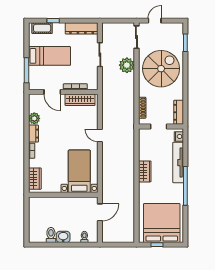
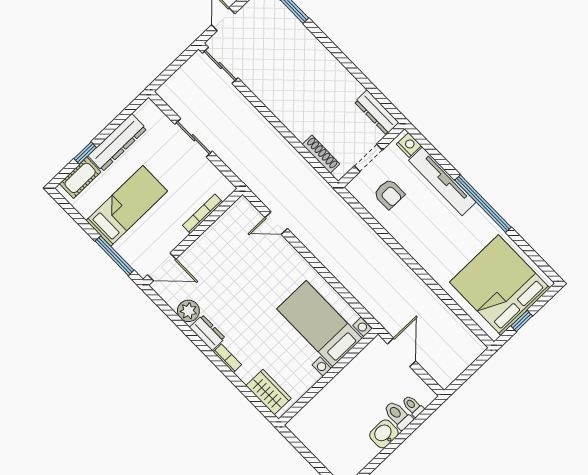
dresser: (82, 28) -> (117, 142), moved
plant: (127, 65) -> (244, 117), removed
spiral stairs: (161, 69) -> (295, 76), removed
door: (52, 92) -> (162, 267), moved
wardrobe: (80, 100) -> (226, 225), removed
door: (100, 135) -> (276, 223), moved
armchair: (153, 148) -> (389, 194), added
wardrobe: (145, 171) -> (408, 237), removed
toilet: (51, 235) -> (398, 415), moved

